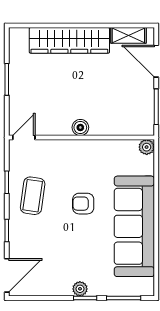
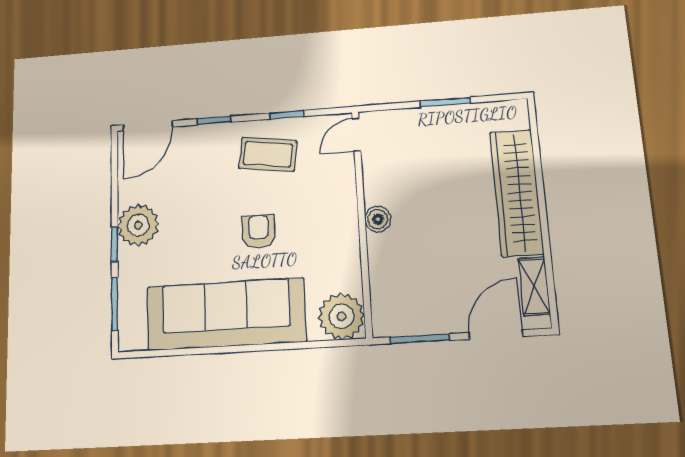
door: (24, 138) -> (356, 134), swing flipped
plant: (147, 147) -> (341, 316), width x1.88, depth x1.88
door: (7, 275) -> (148, 126), hinge flipped
plant: (80, 289) -> (138, 225), width x1.88, depth x1.88

